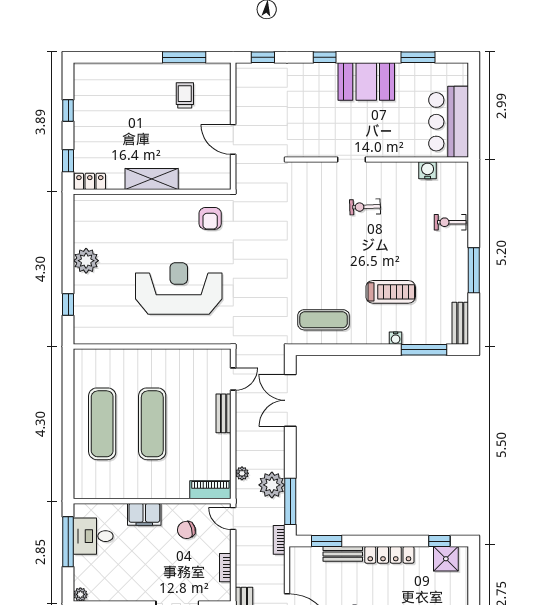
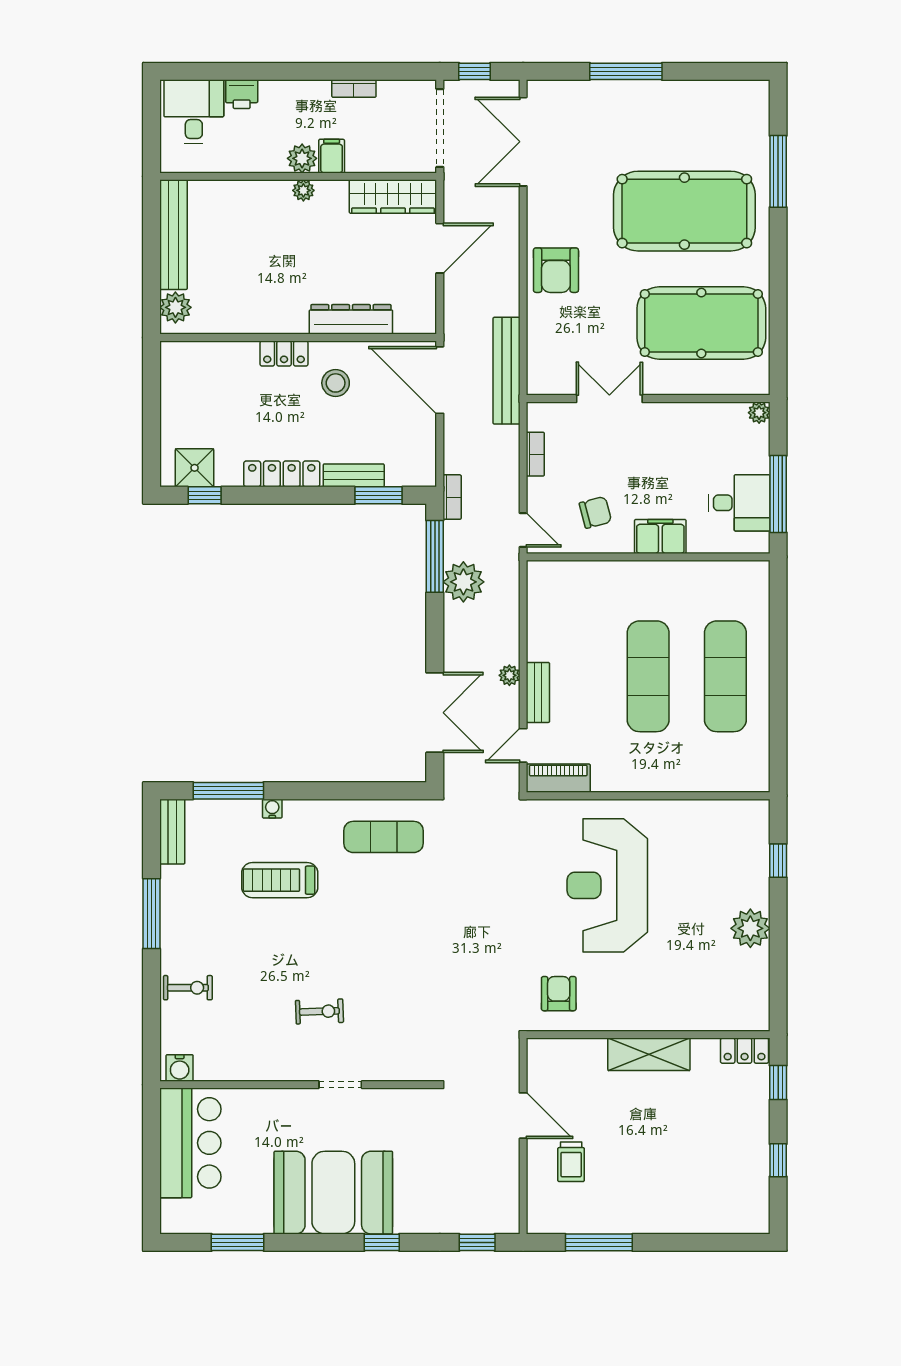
booth: (366, 82) -> (333, 1193), width x1.36, depth x1.42
trolley: (185, 95) -> (571, 1162), moved
water cooler: (428, 170) -> (180, 1068), moved
reception desk: (179, 288) -> (607, 885), turned 90
plant: (242, 473) -> (509, 675), moved
piano: (210, 490) -> (558, 778), moved, turned 180

